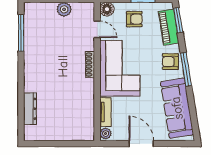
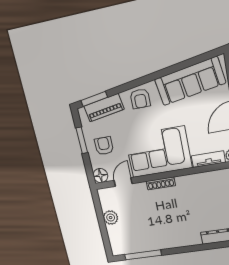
window: (186, 69) -> (145, 80), removed

